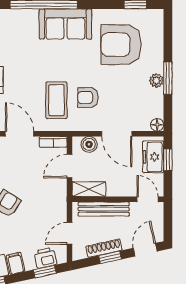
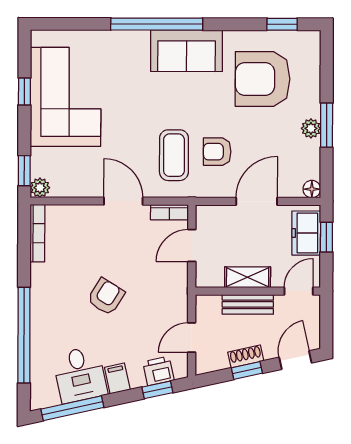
door: (117, 134) -> (257, 201), swing flipped
boiler: (89, 144) -> (219, 216), removed
shelving: (89, 189) -> (248, 277), moved
door: (148, 199) -> (299, 291), hinge flipped
bench: (104, 209) -> (248, 304), width x0.73
shoe rack: (104, 248) -> (246, 356), width x0.70

